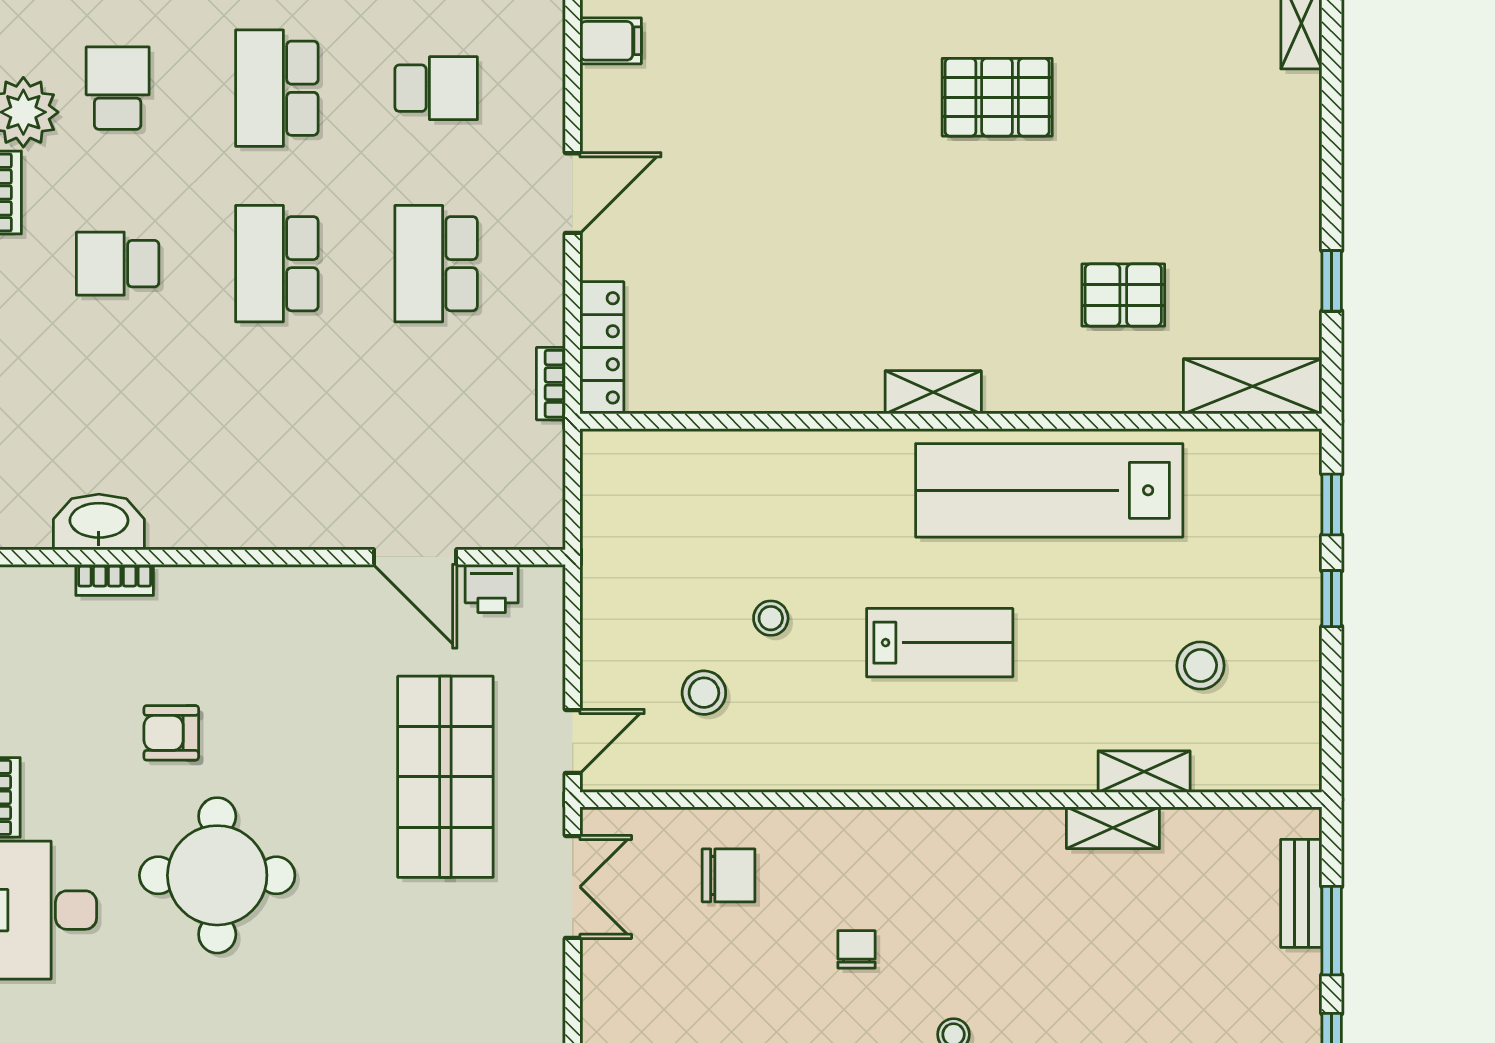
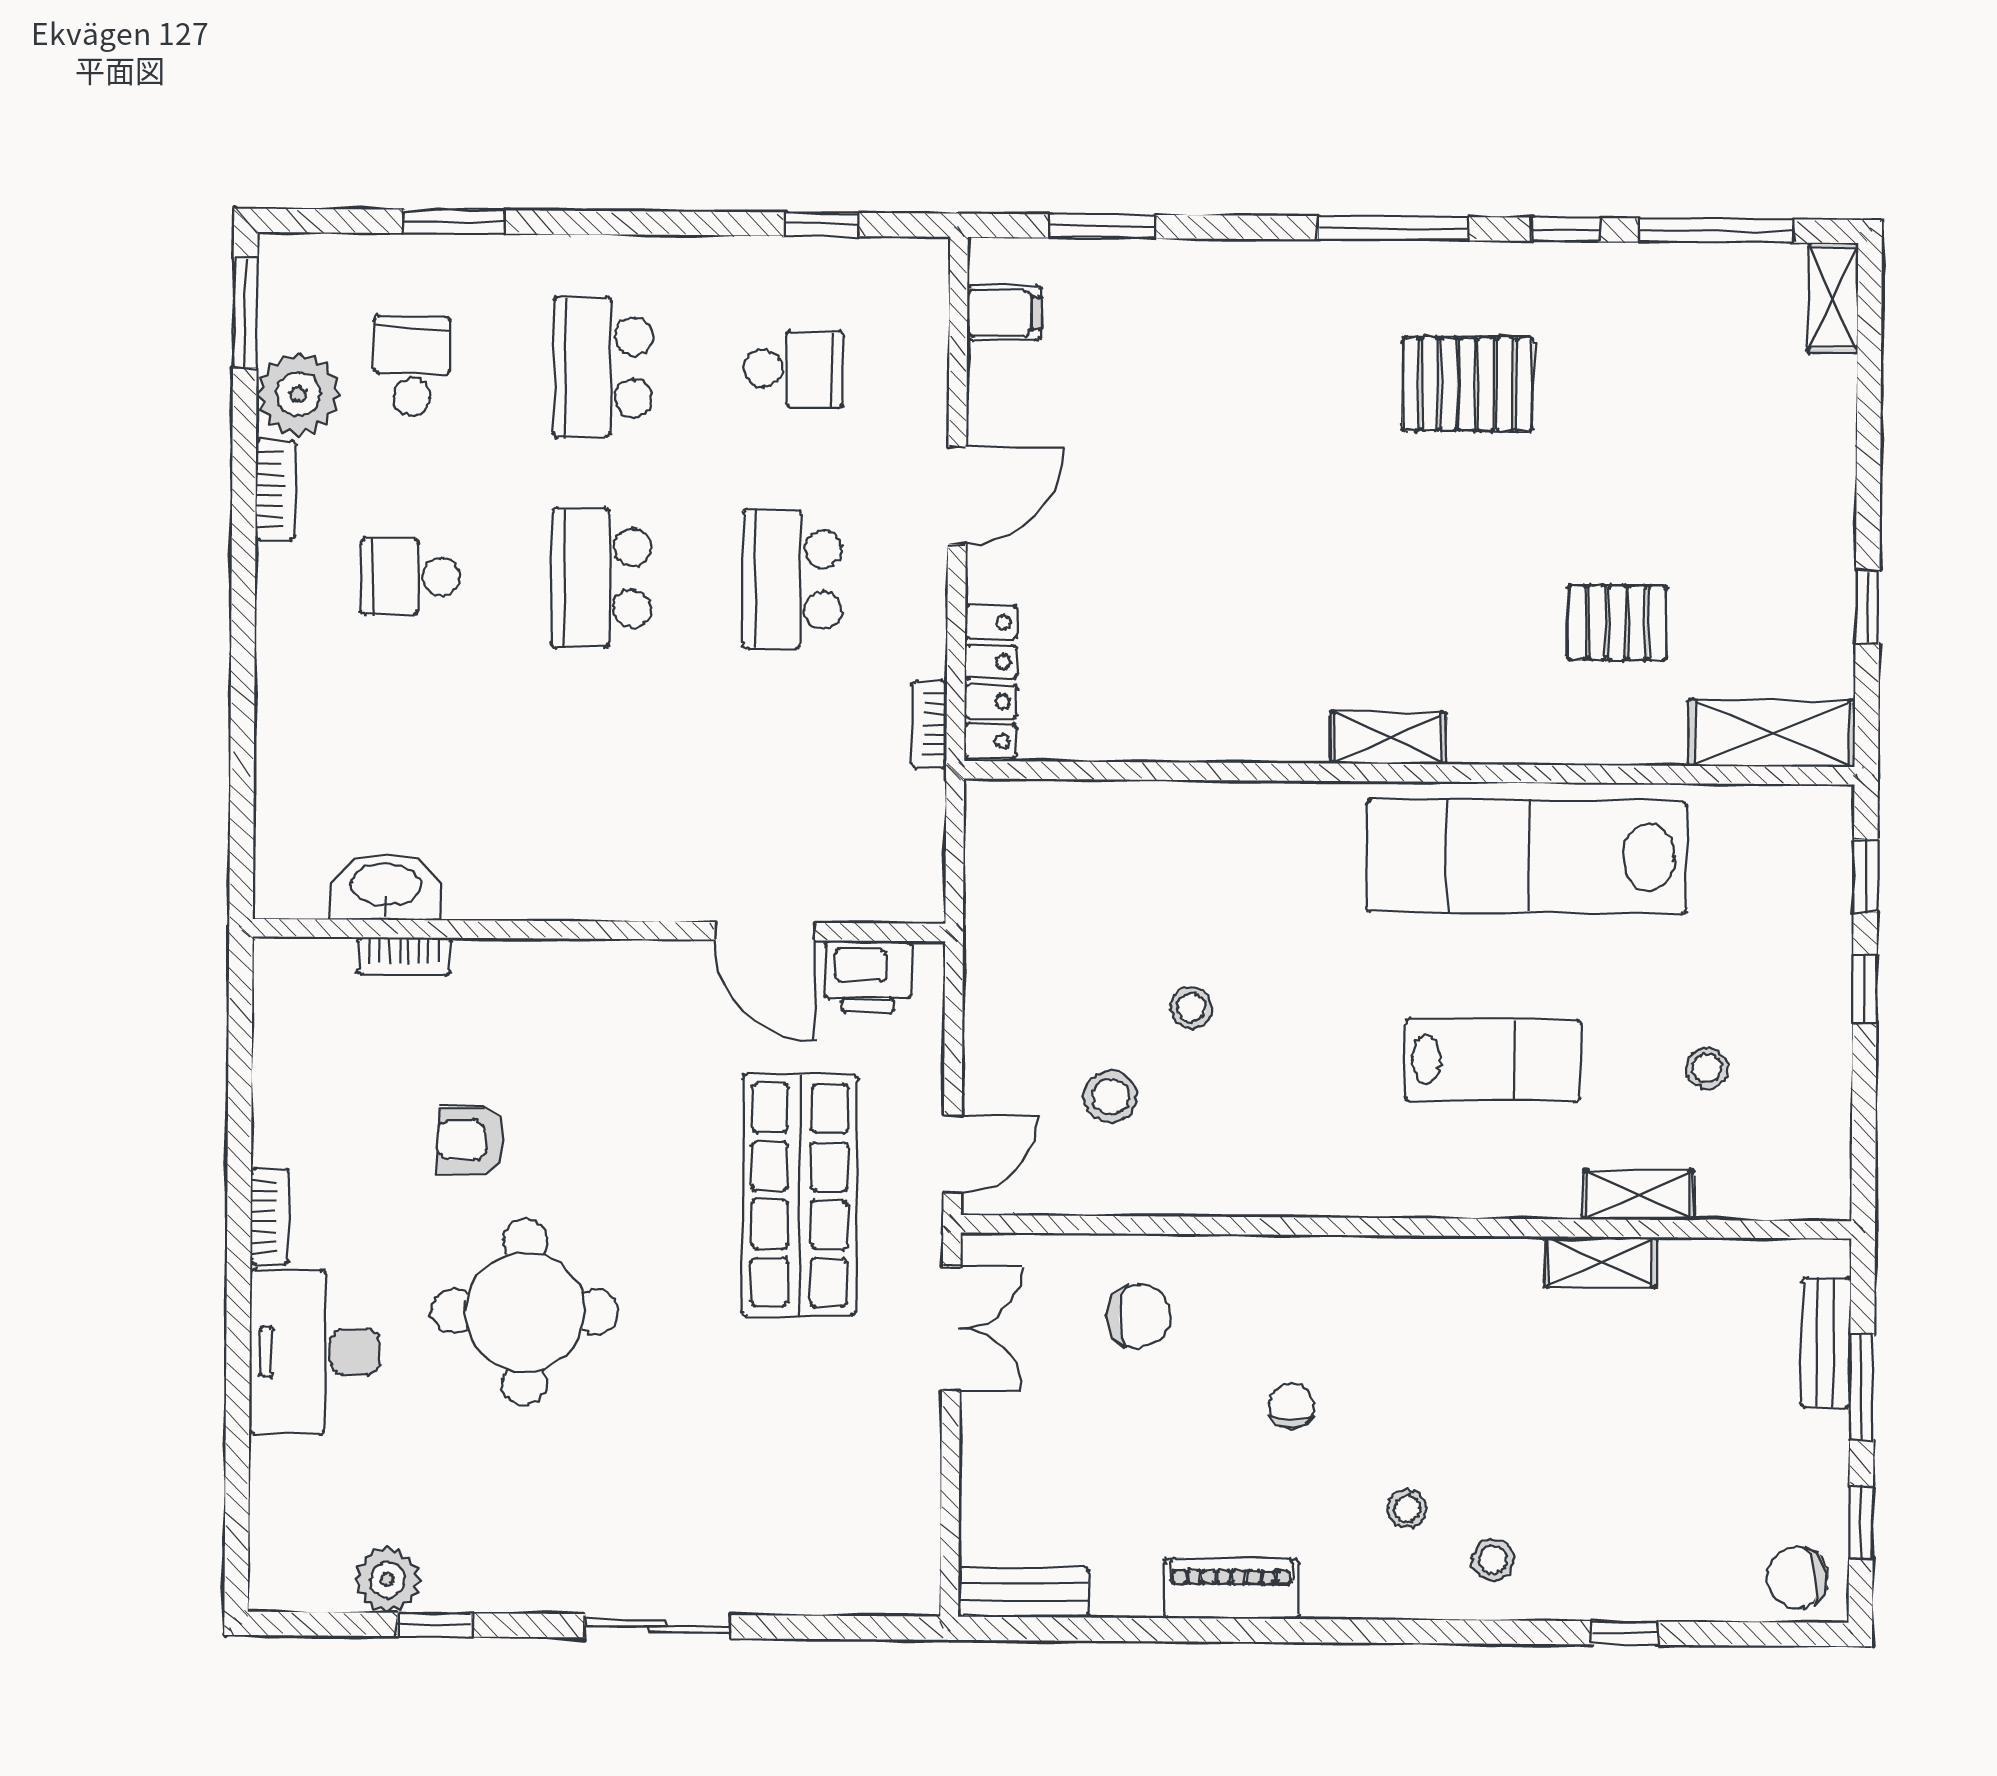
printer: (492, 588) -> (868, 977), width x1.36, depth x1.24
lab bench: (940, 643) -> (1493, 1060), moved
stool: (1200, 665) -> (1707, 1068), width x0.73, depth x0.73

